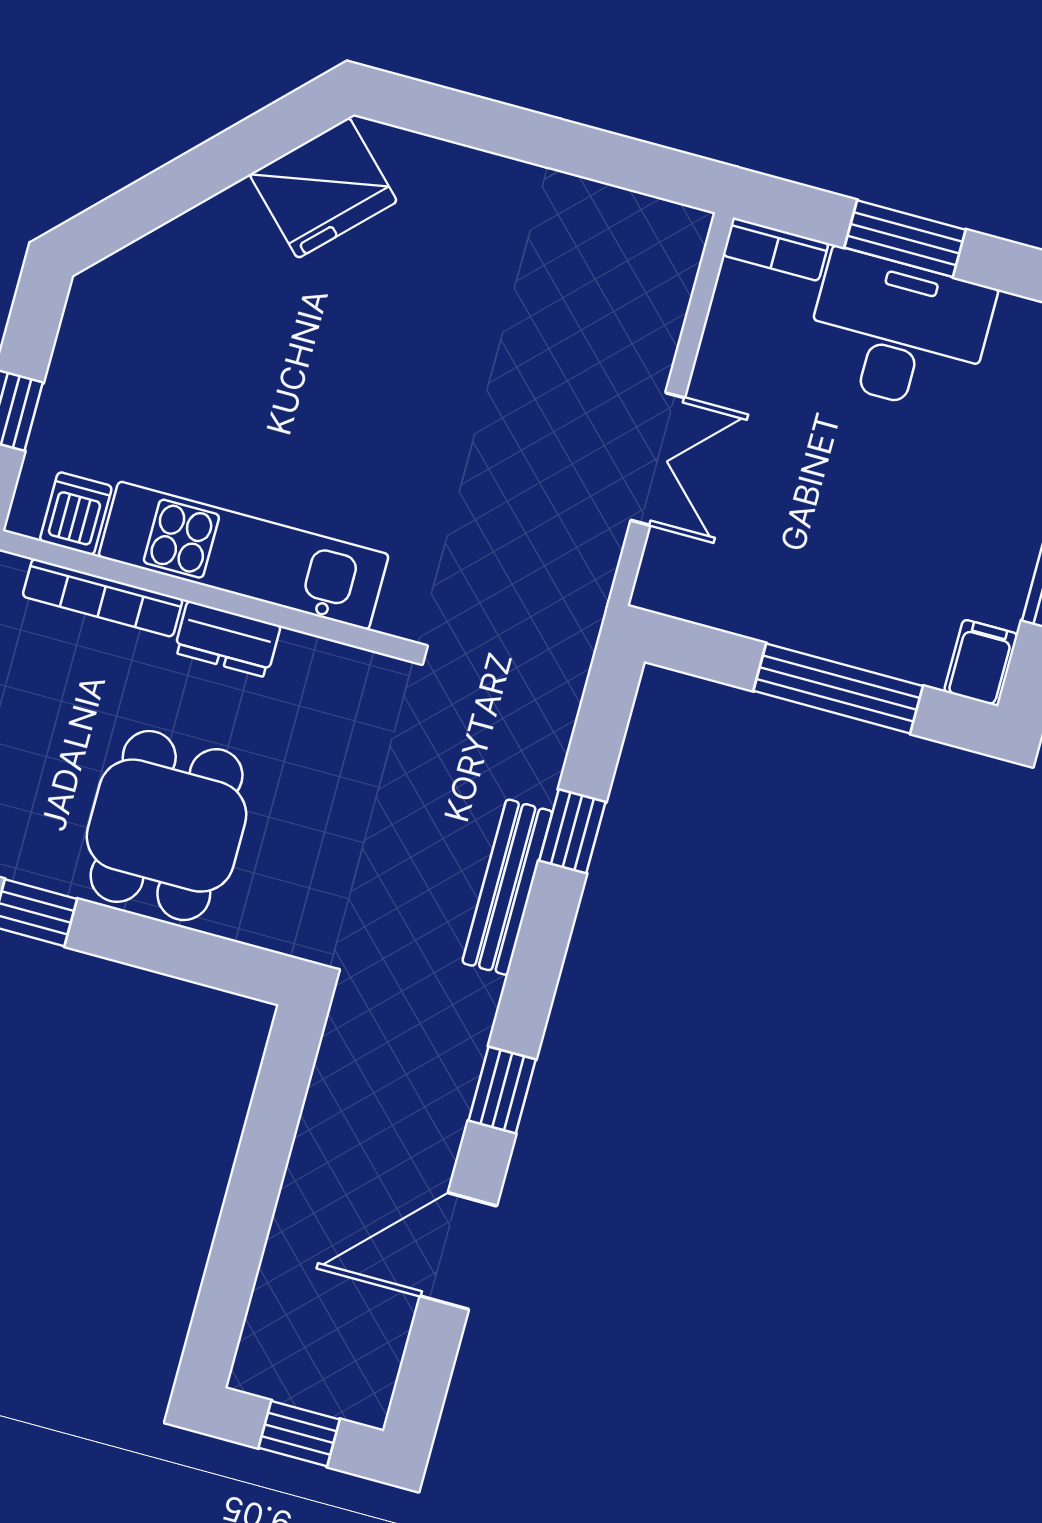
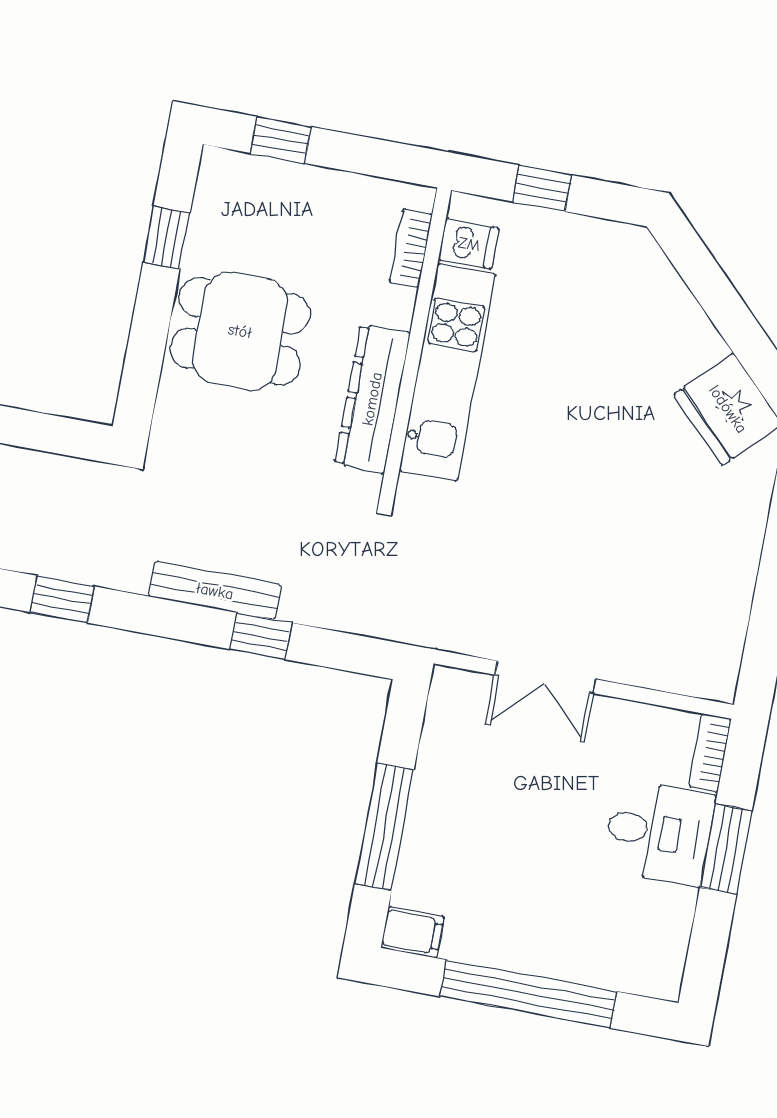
desk: (899, 332) -> (659, 833), width x0.73
bookcase: (103, 598) -> (411, 248), width x0.64
dresser: (227, 639) -> (372, 399), width x1.96, depth x1.24

